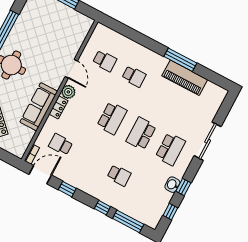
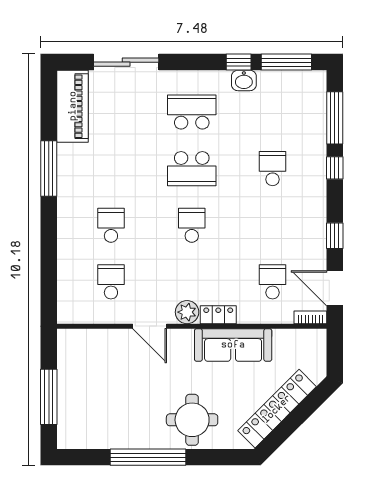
door: (71, 69) -> (150, 326), swing flipped
piano: (185, 78) -> (73, 106), moved
school desk: (112, 118) -> (192, 225), width x0.54
sliding door: (208, 141) -> (126, 62), moved
school desk: (61, 144) -> (273, 282), turned 180
window: (170, 212) -> (286, 62), width x2.17

